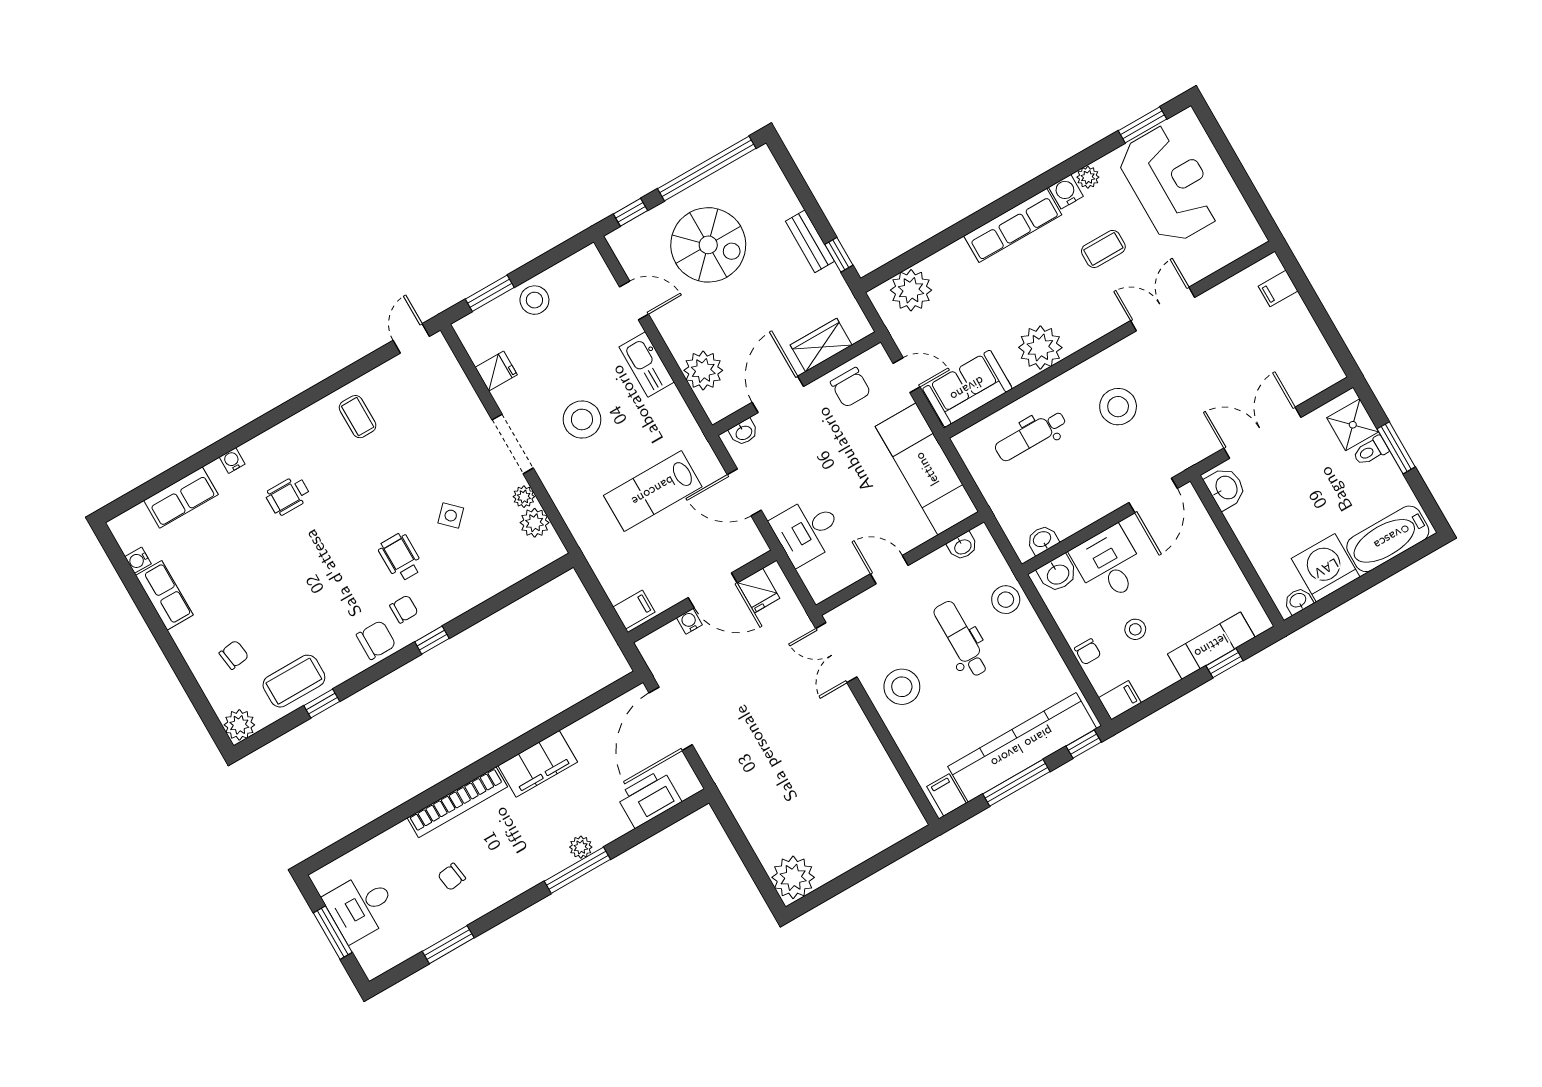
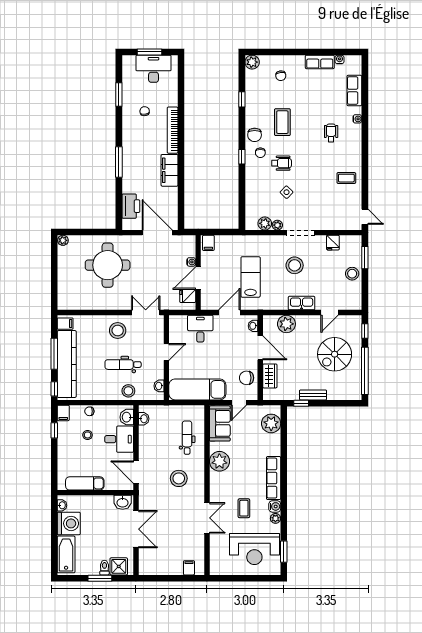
dental chair: (961, 639) -> (123, 365), turned 180
exam couch: (1211, 646) -> (85, 483), moved, turned -90
window: (1225, 663) -> (54, 430), moved
coffee table: (294, 681) -> (282, 122), moved
round table: (788, 778) -> (108, 265), added
plant: (581, 847) -> (127, 168), removed
plant: (793, 877) -> (63, 240), width x0.53, depth x0.53
desk: (361, 906) -> (154, 69), width x1.37

